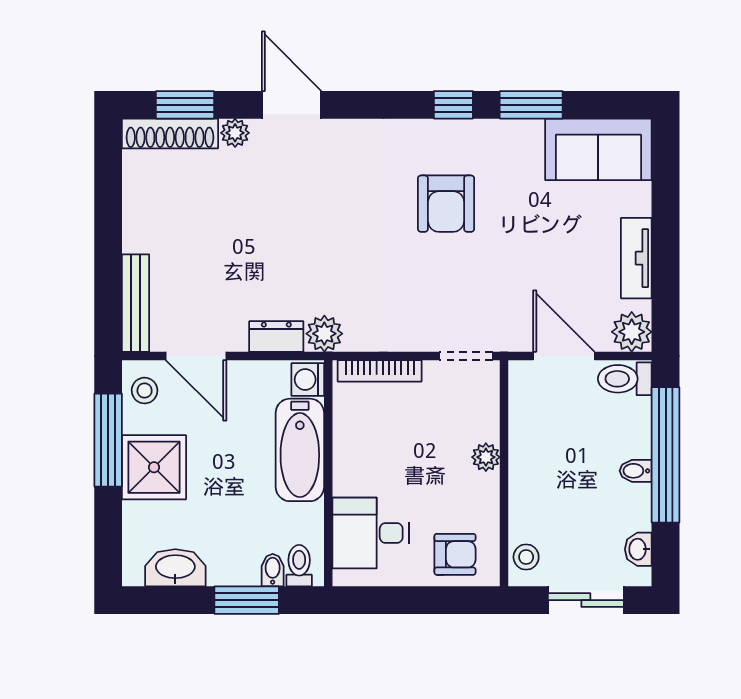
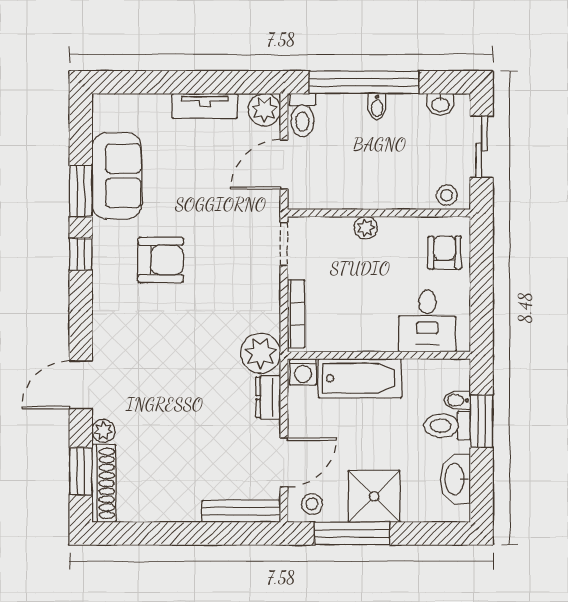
sofa: (598, 149) -> (117, 176), moved
plant: (324, 334) -> (261, 353), width x1.36, depth x1.36
toilet: (299, 566) -> (447, 426), moved, width x1.37, depth x1.39

